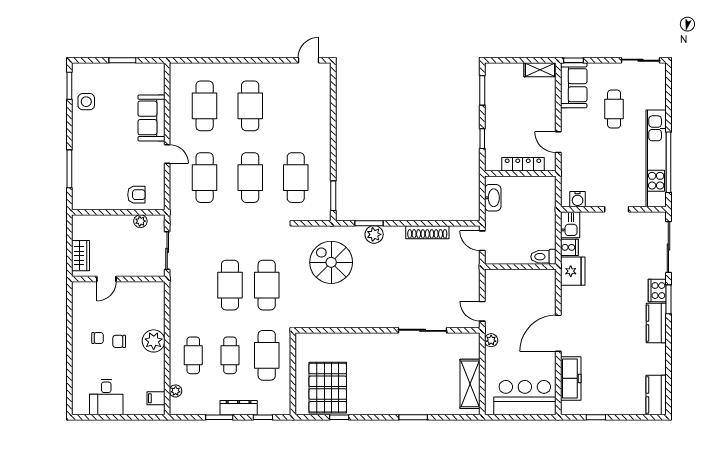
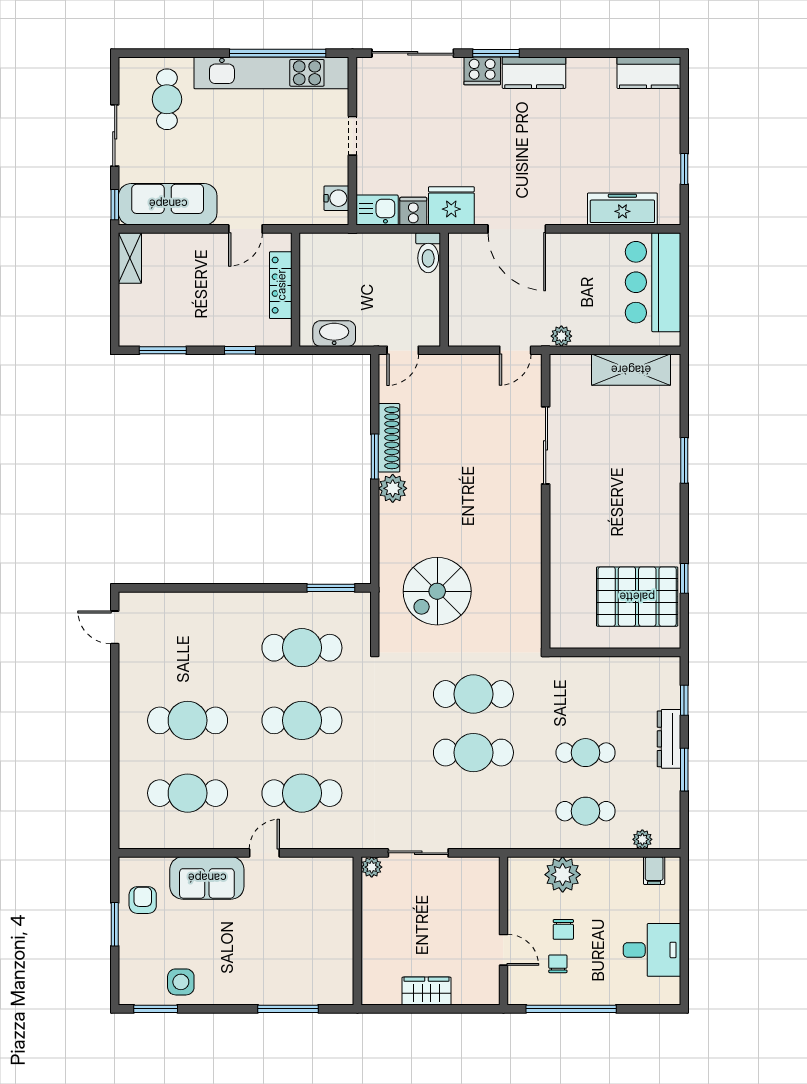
sliding door: (640, 60) -> (115, 135), moved
sofa: (574, 85) -> (168, 204), width x1.36
cafe table: (614, 109) -> (167, 99), moved, turned 90
armchair: (136, 195) -> (143, 900), moved
plant: (140, 221) -> (372, 867), moved
window: (369, 223) -> (375, 457), moved
plant: (374, 234) -> (393, 488), moved
door: (106, 279) -> (503, 950), moved
wall: (118, 279) -> (503, 931), moved
door: (558, 333) -> (517, 229), moved
window: (69, 346) -> (571, 1009), added
cafe table: (267, 355) -> (586, 694), removed

